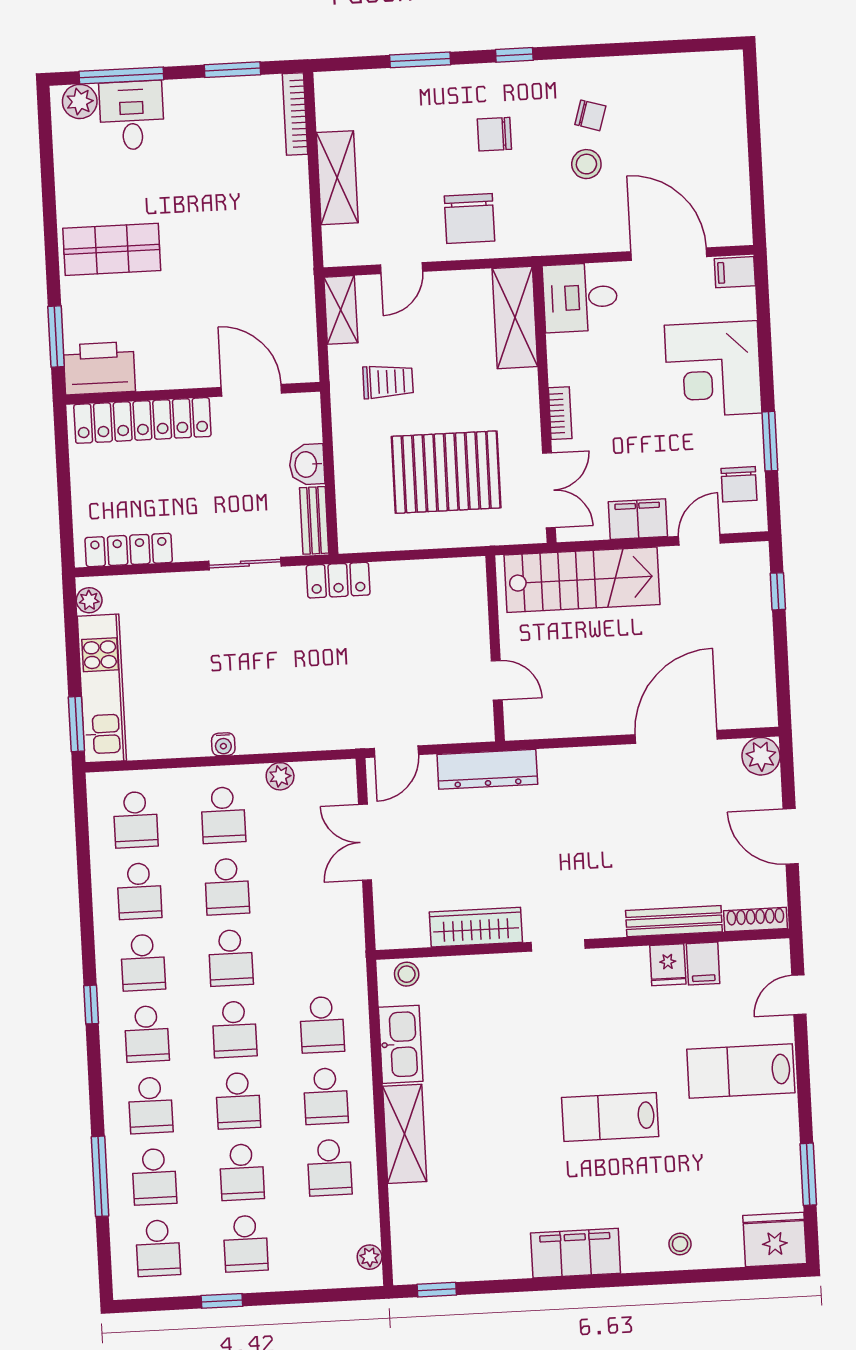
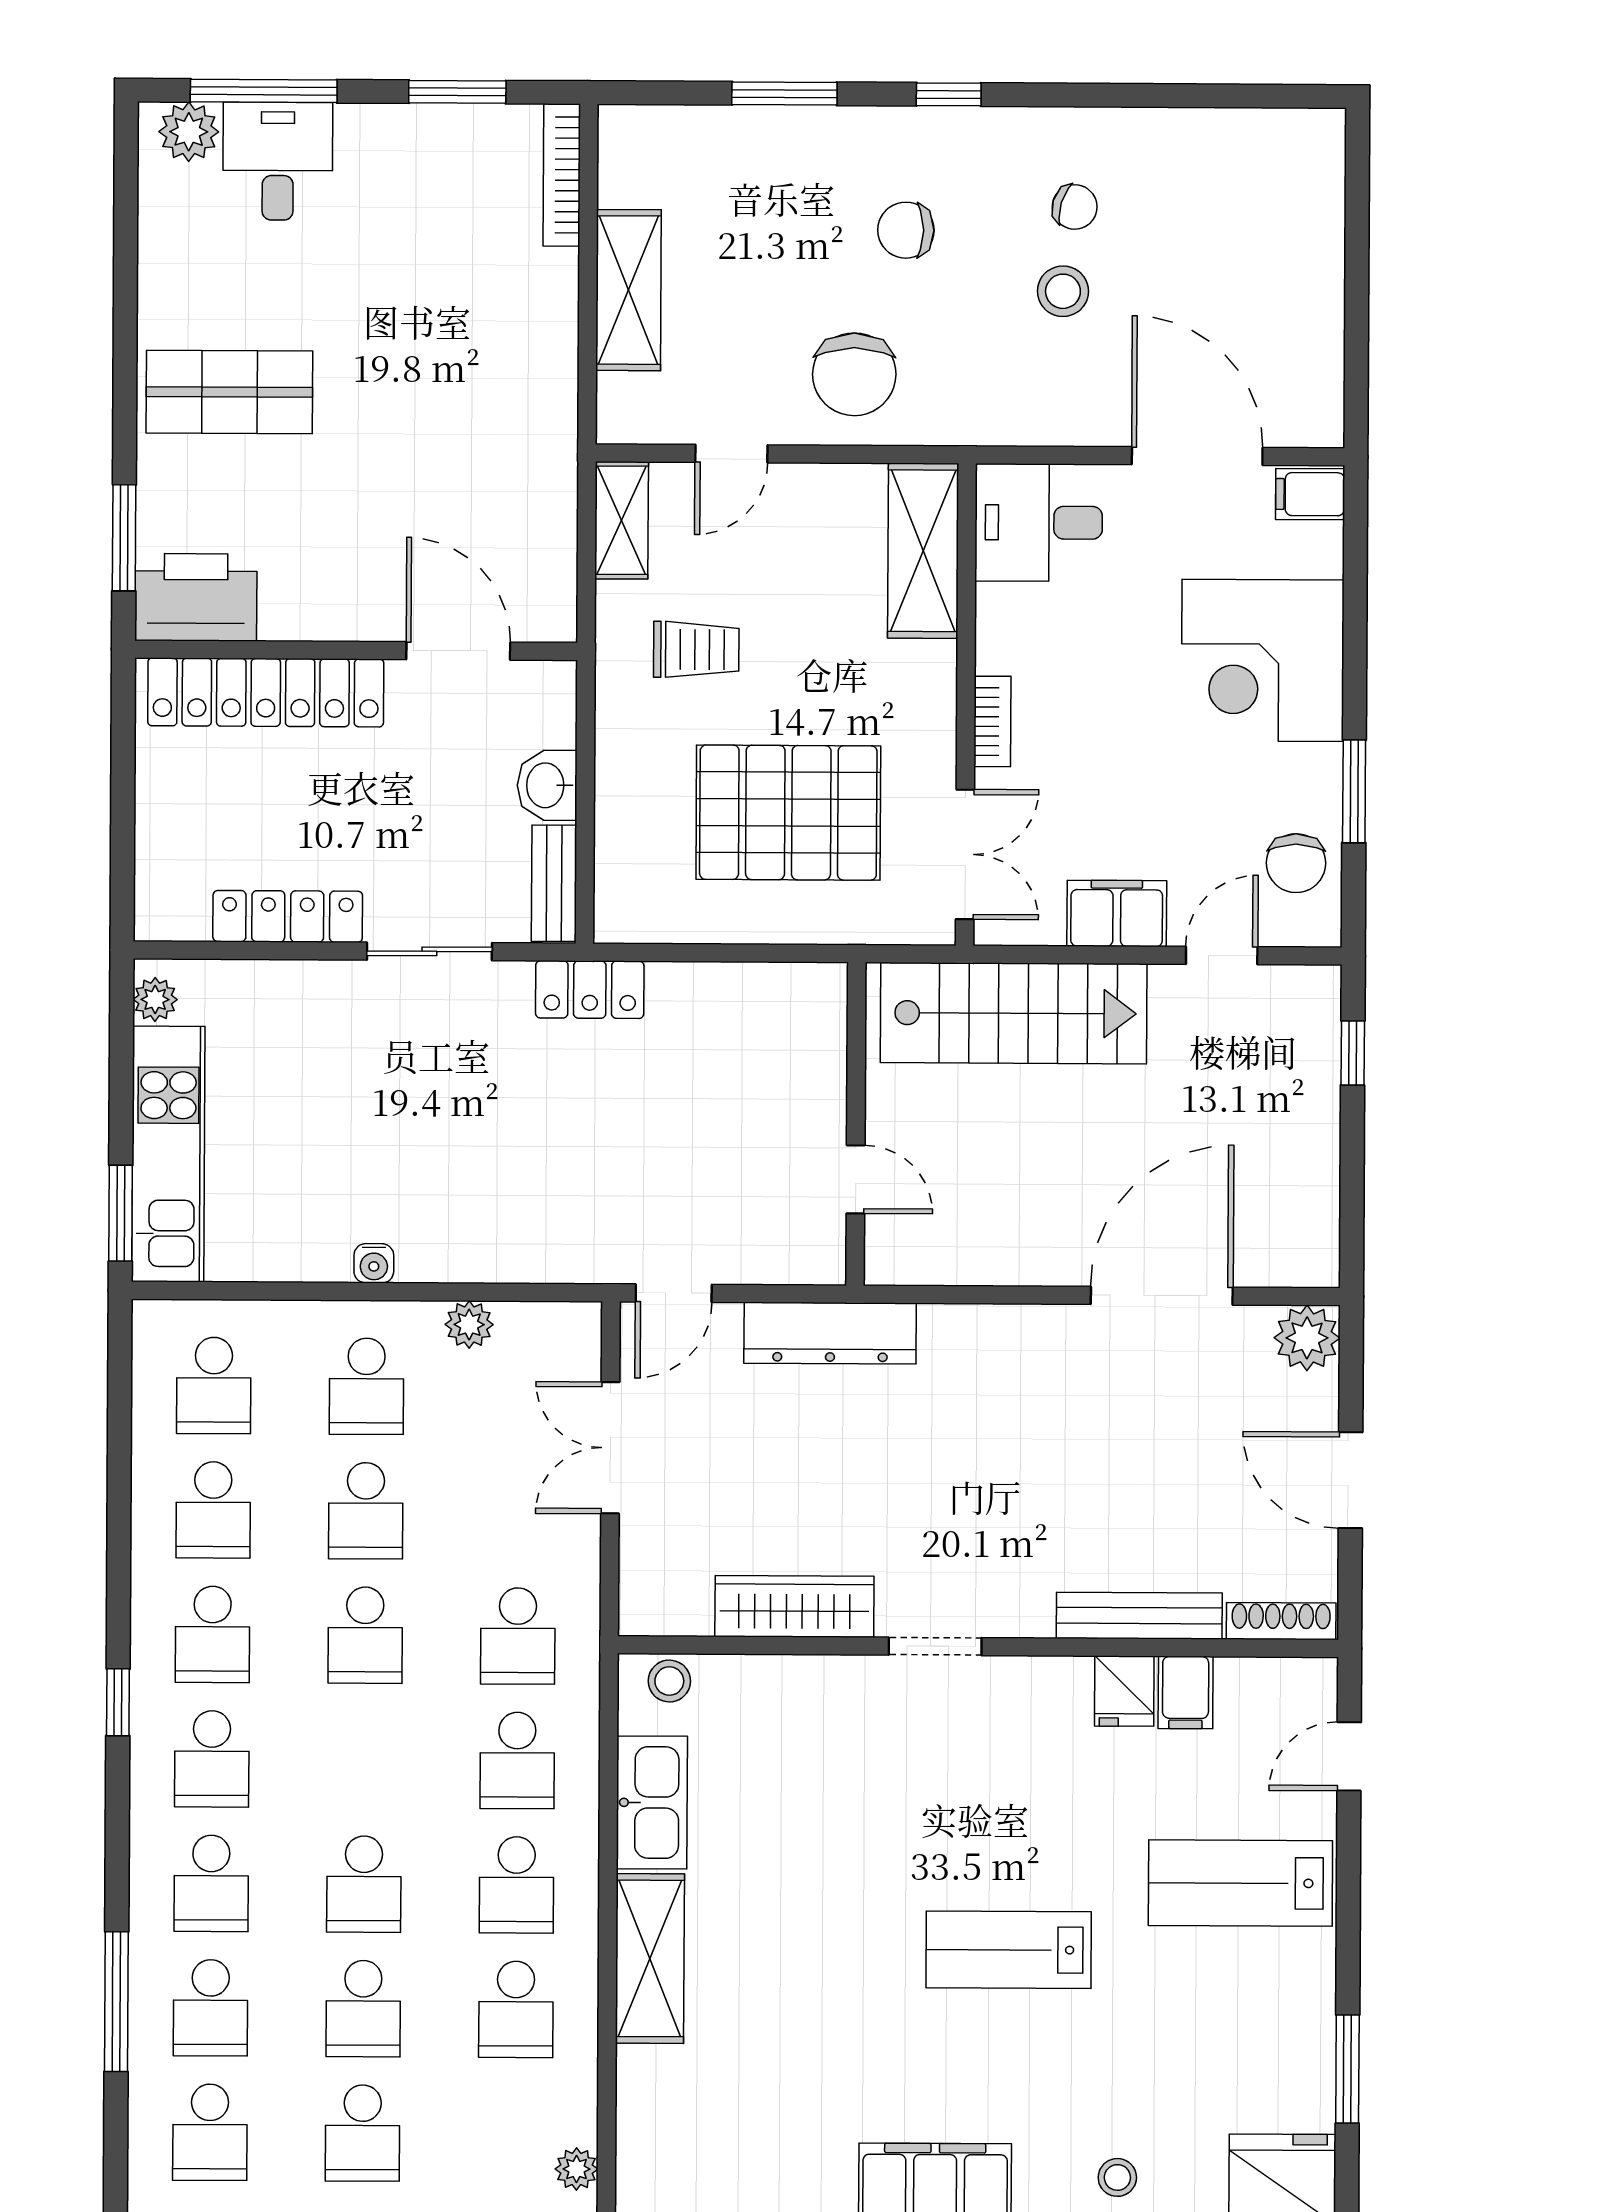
locker: (129, 550) -> (288, 916), moved
school desk: (234, 1029) -> (518, 1636), moved

